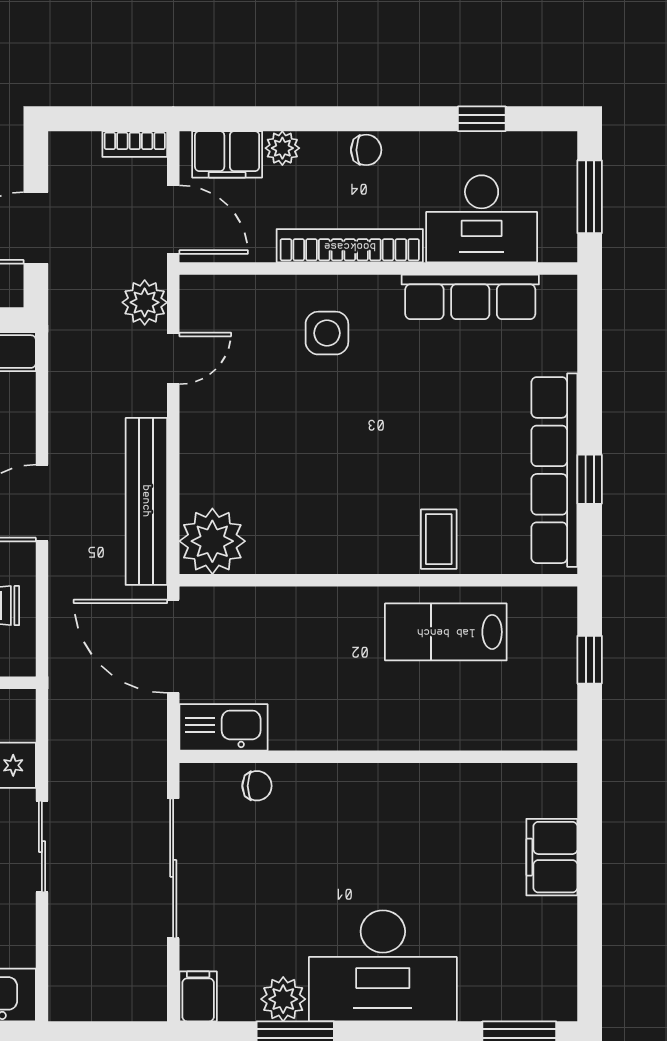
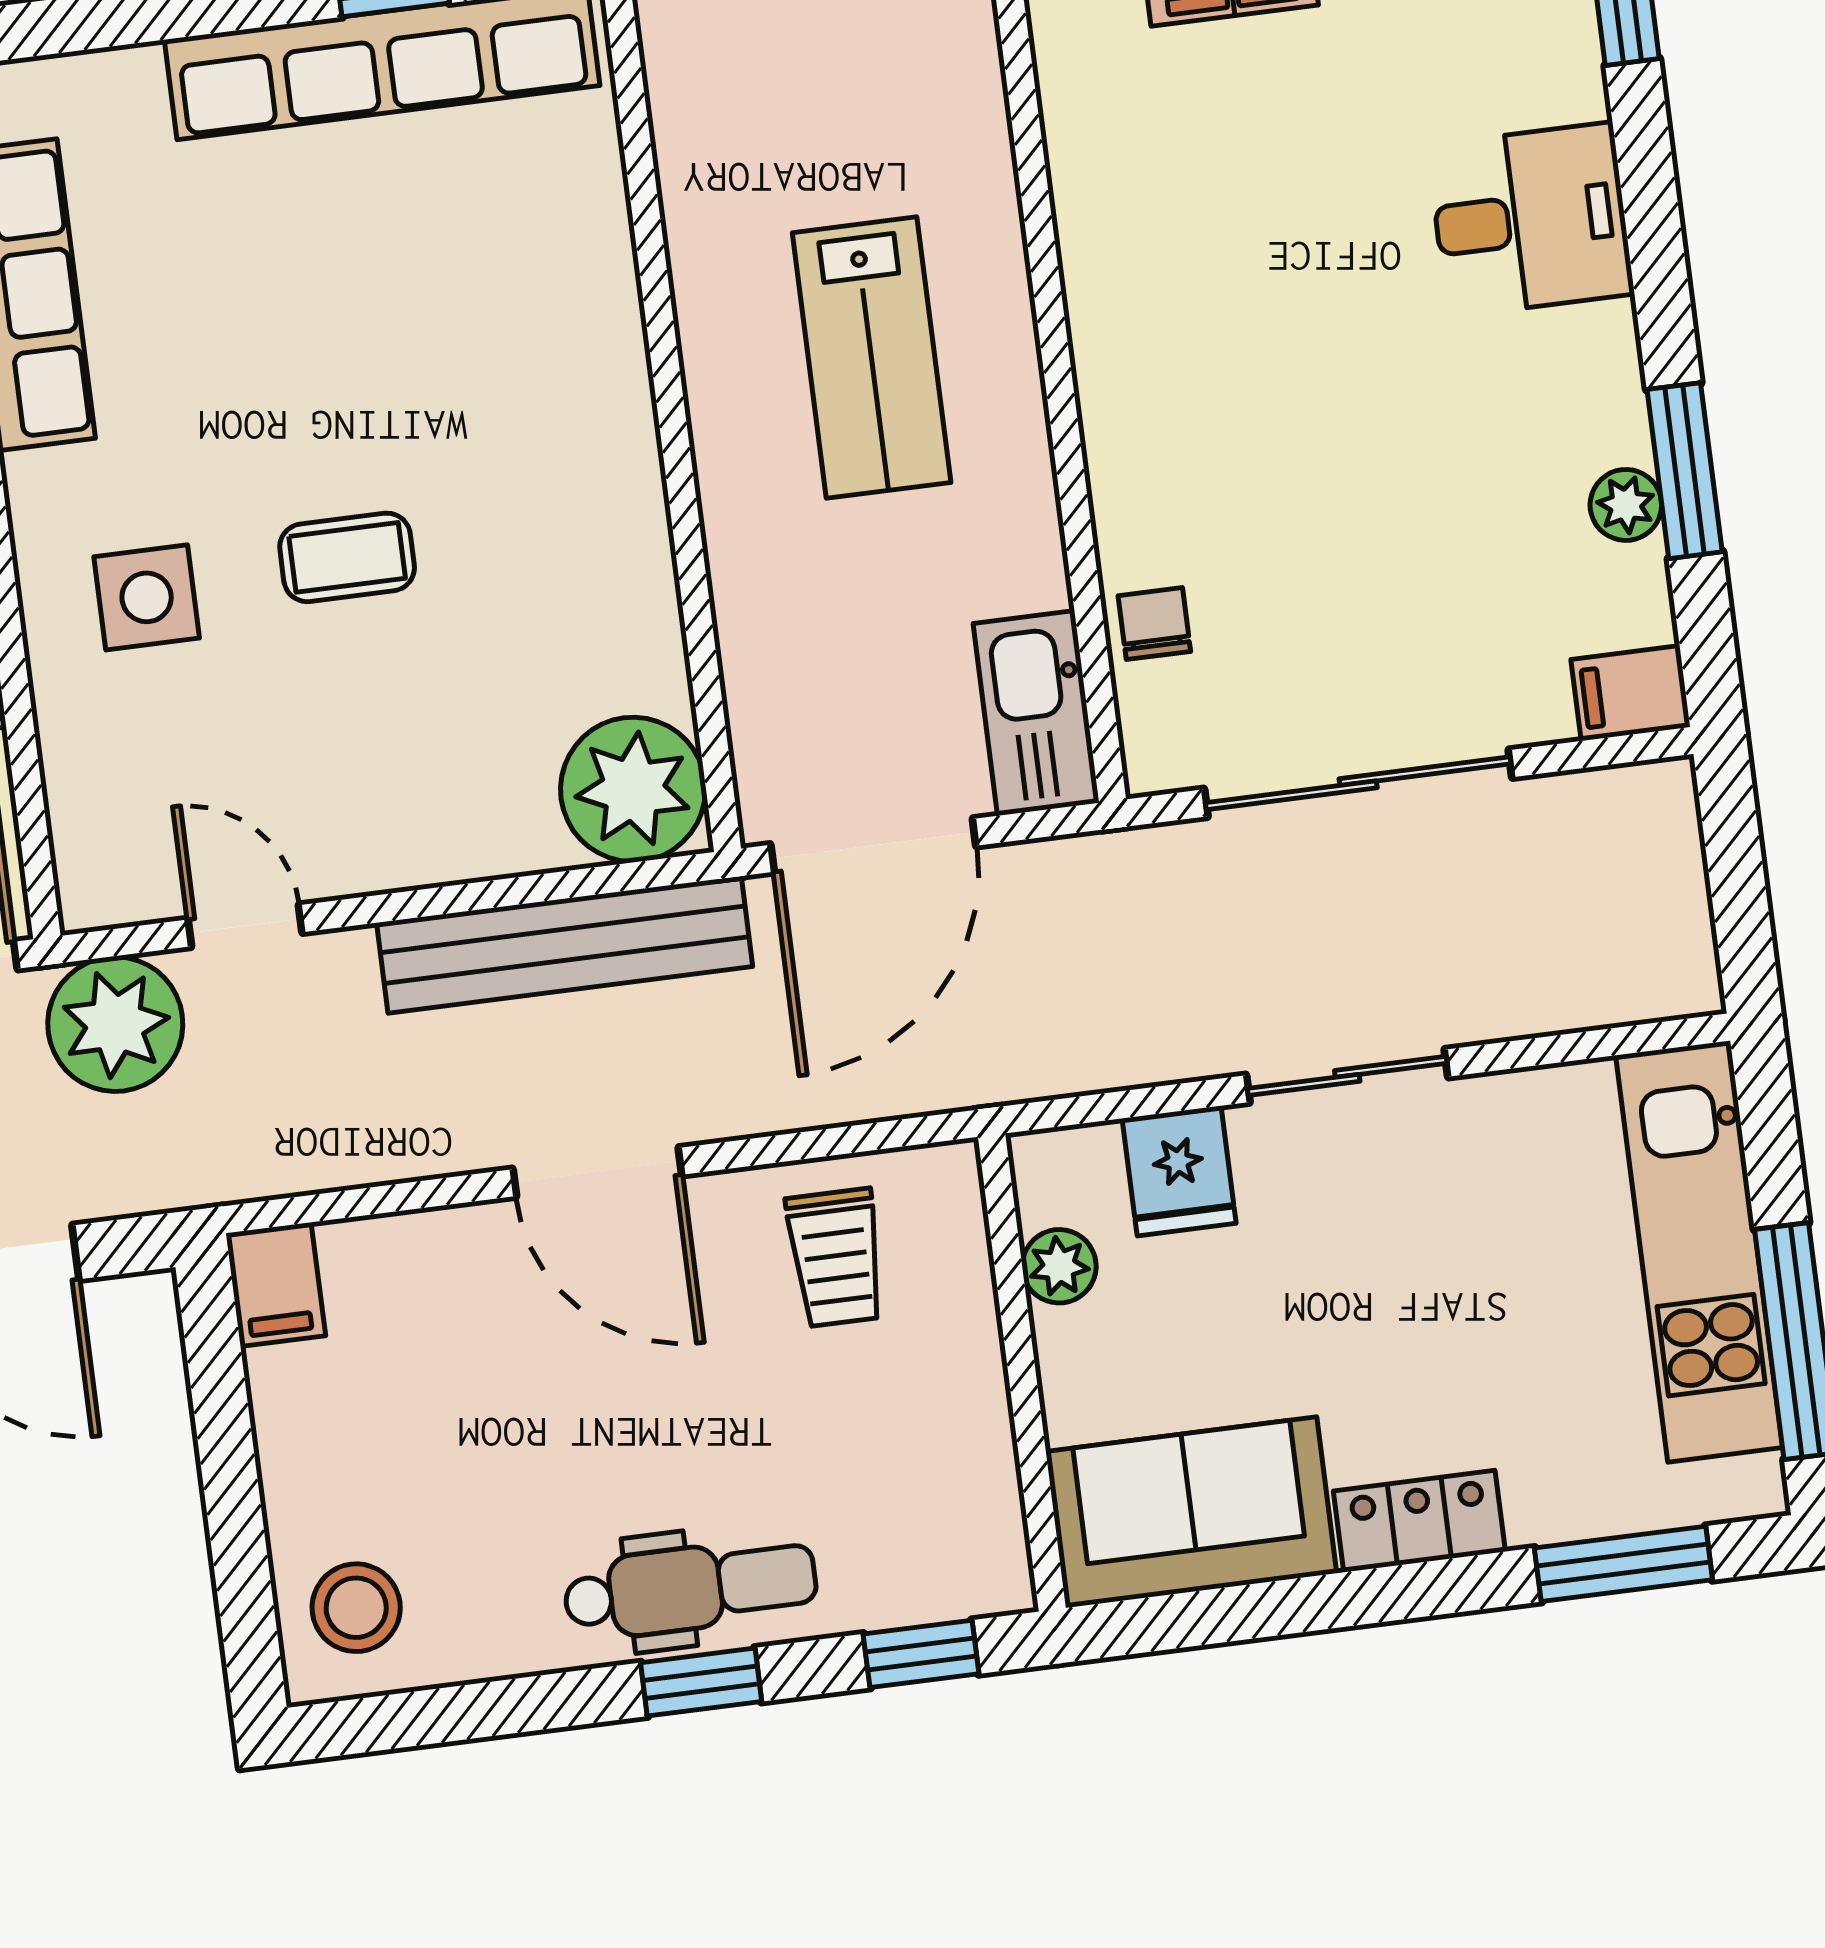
plant: (145, 302) -> (115, 1024), width x1.36, depth x1.36
coffee table: (439, 539) -> (347, 557), moved
lab bench: (446, 632) -> (872, 358), moved
desk: (383, 966) -> (1531, 220), width x0.53, depth x0.77
plant: (283, 999) -> (1626, 505), width x0.73, depth x0.73

